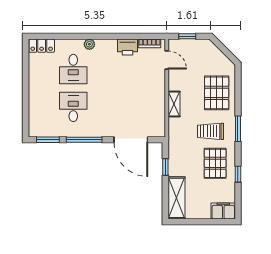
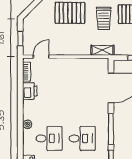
shelving: (174, 104) -> (102, 50), moved
desk: (73, 107) -> (82, 138), turned 180

